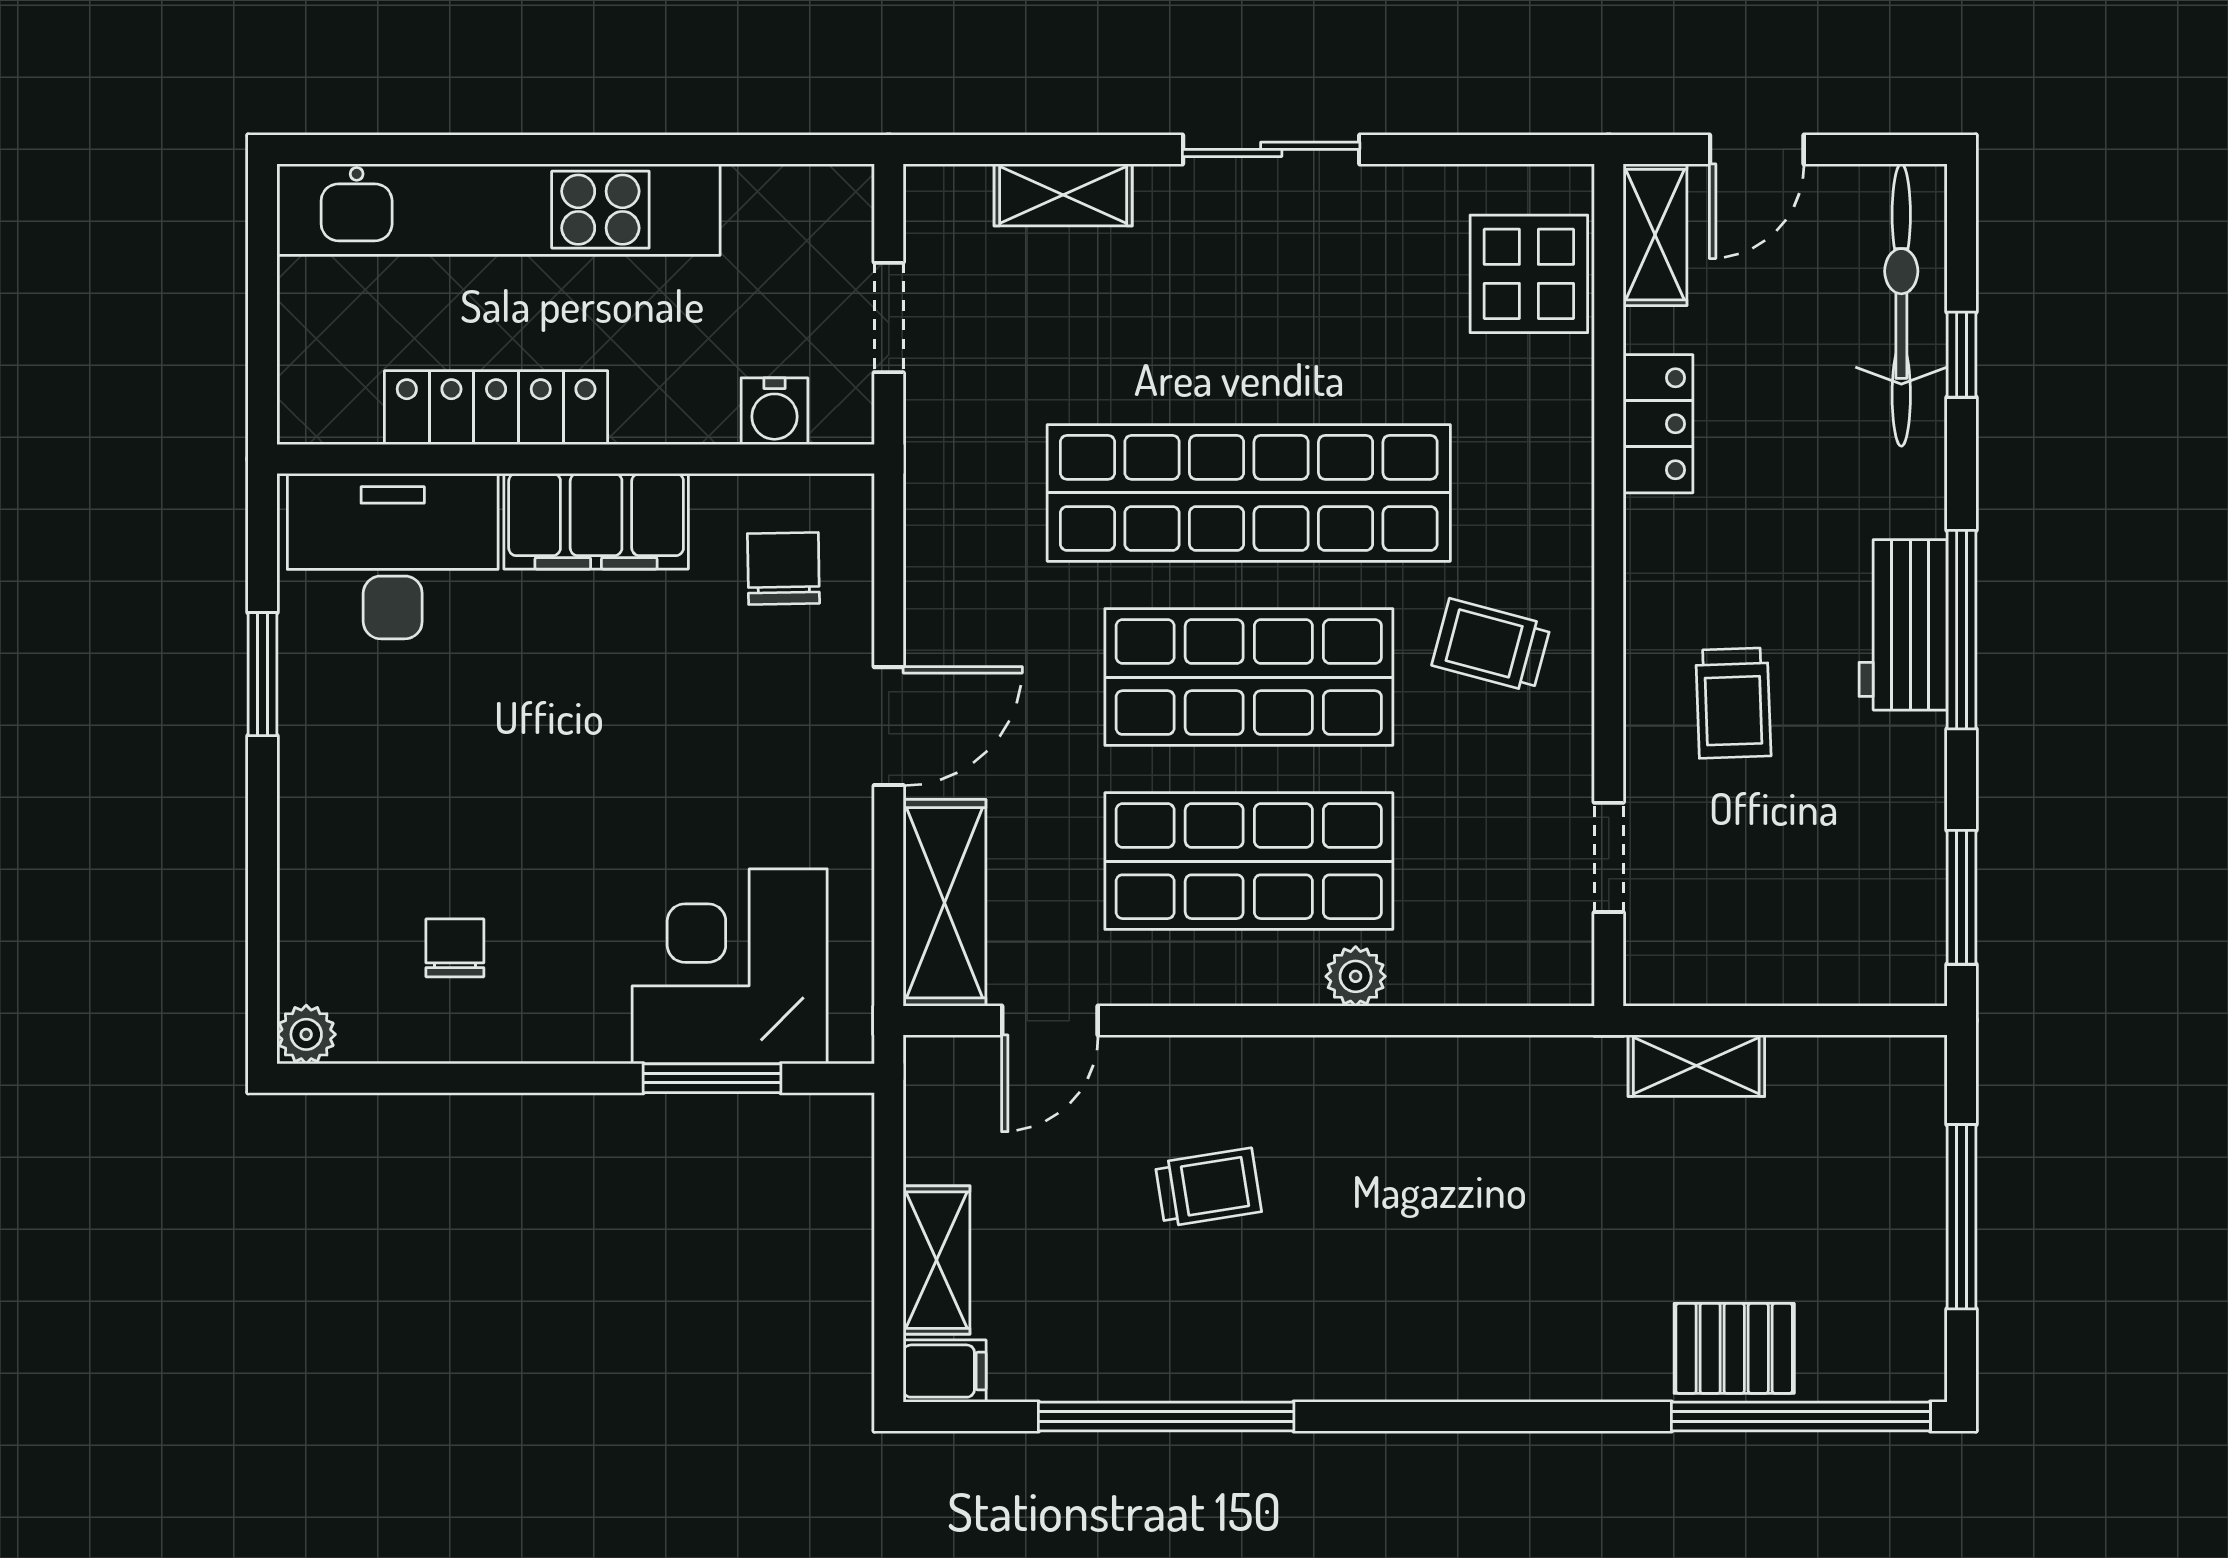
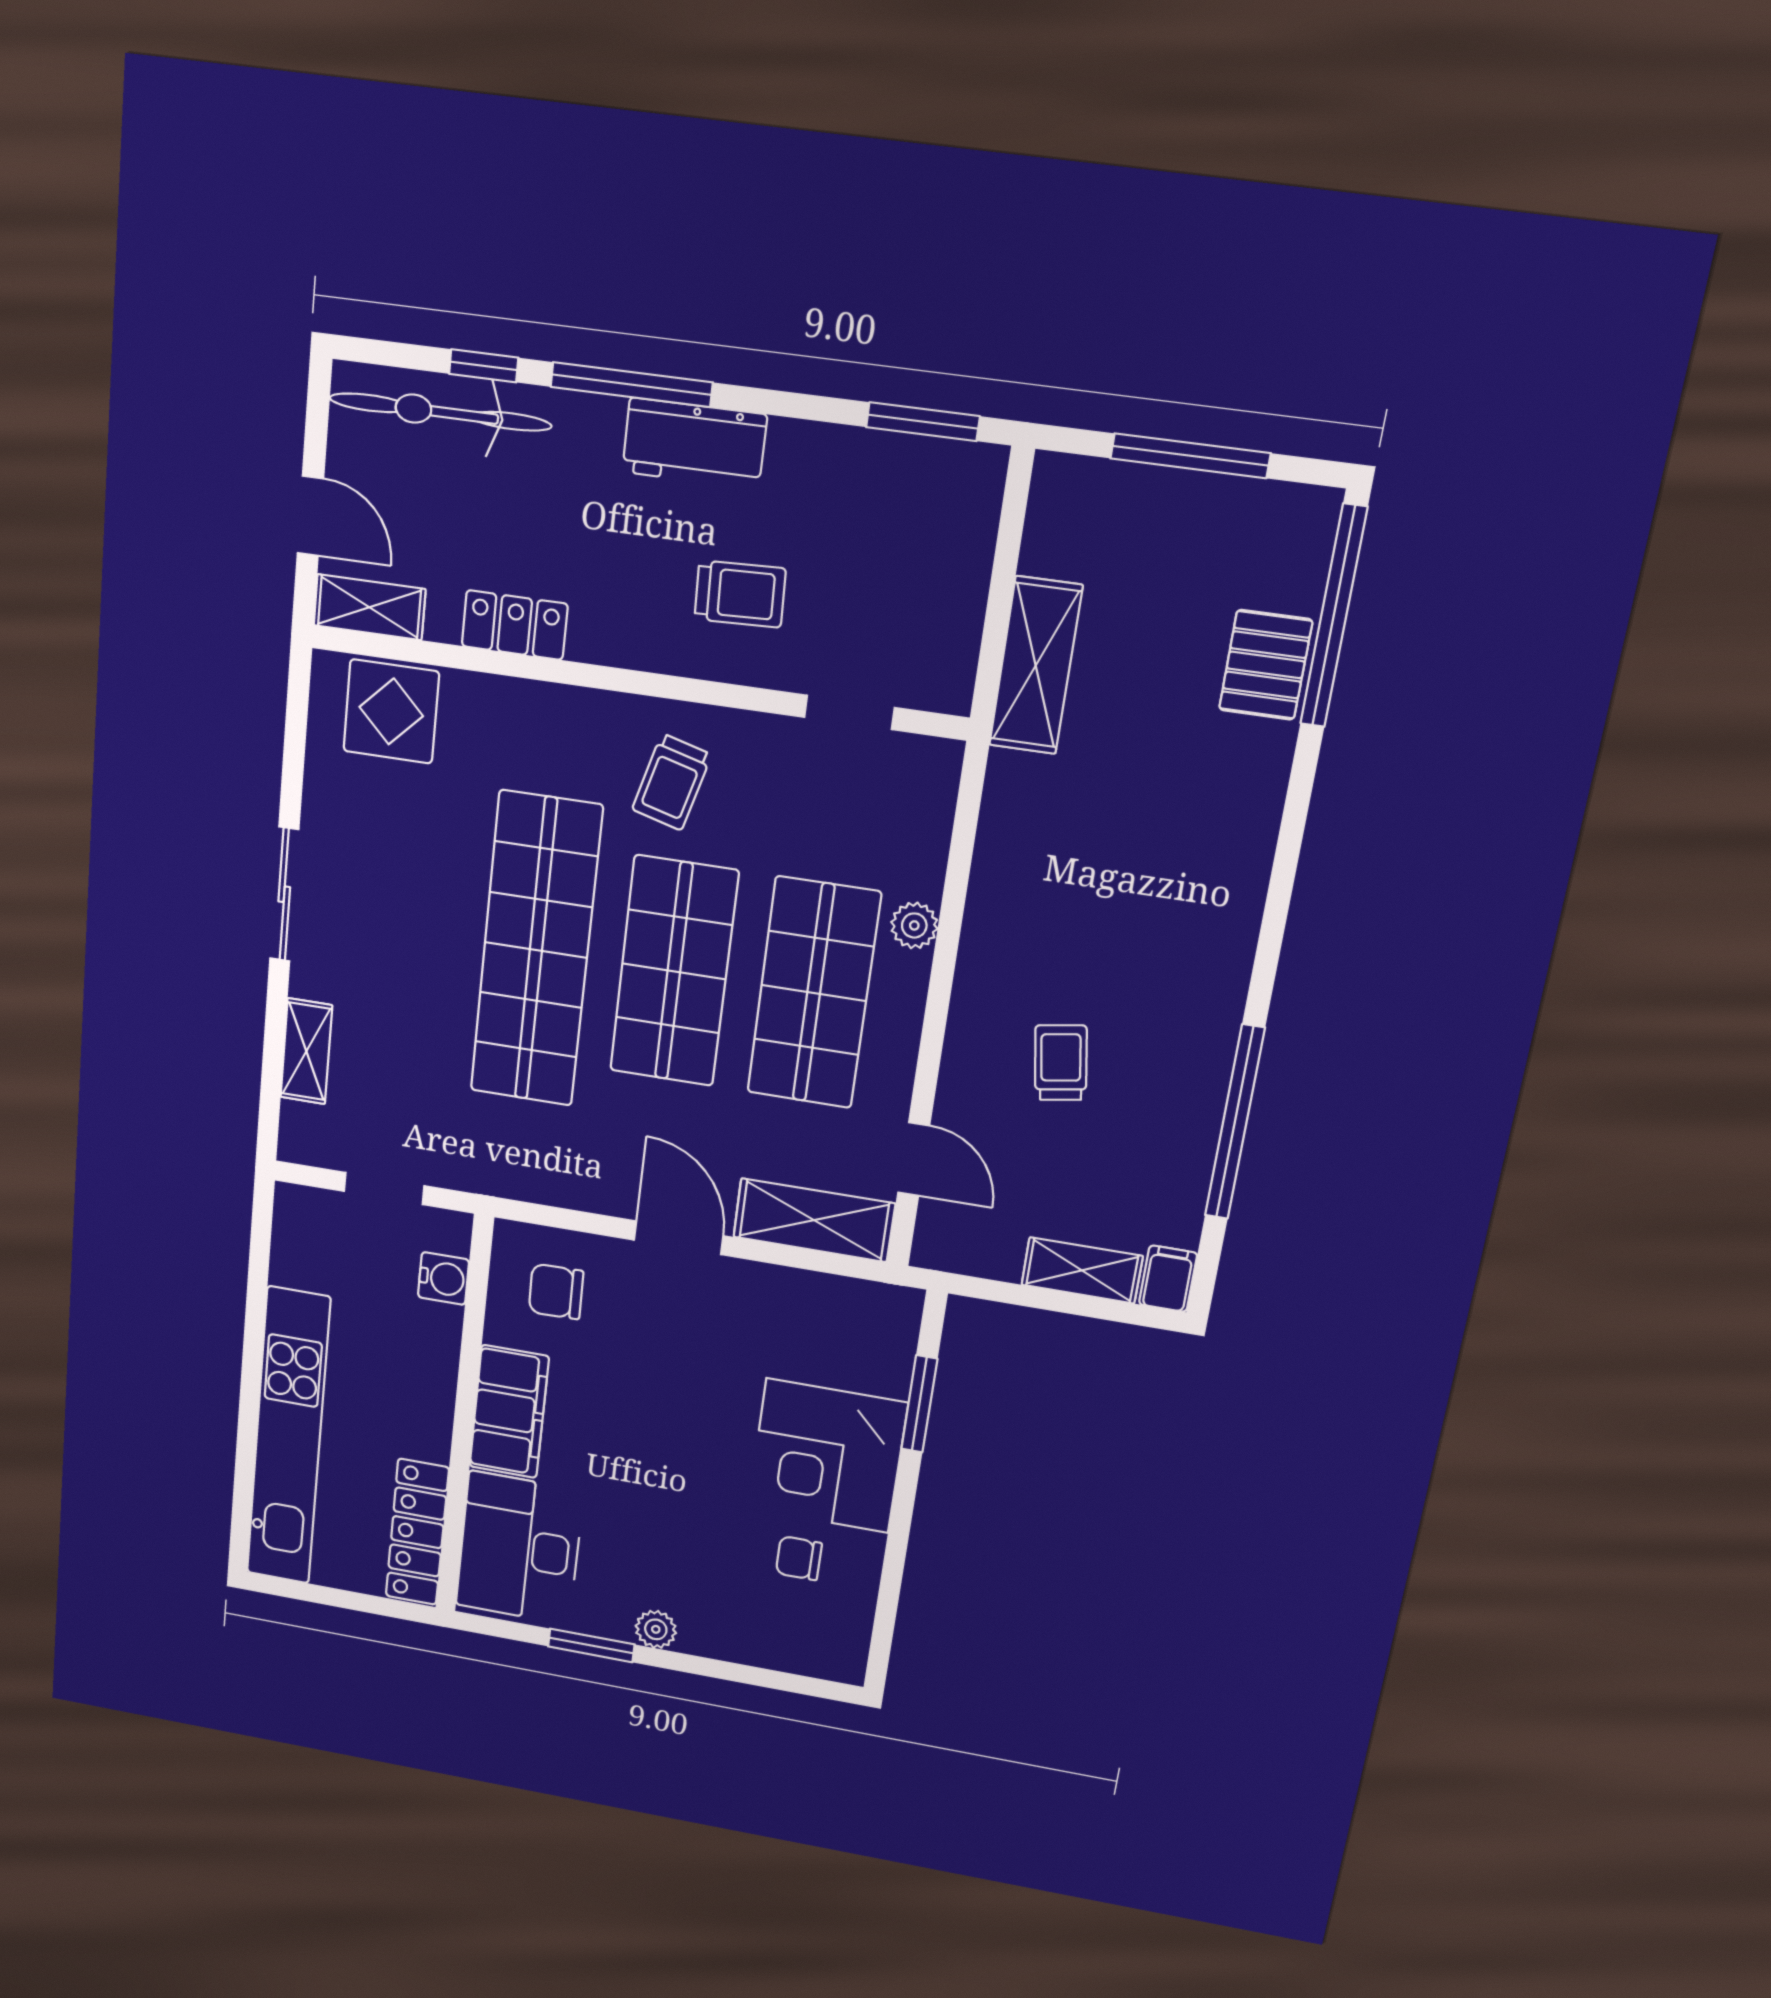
locker: (496, 408) -> (417, 1532), moved
window: (1962, 630) -> (631, 385), moved
corner desk: (730, 966) -> (827, 1456), moved
plant: (306, 1034) -> (656, 1629), moved
shelving: (1696, 1066) -> (1036, 665), width x1.50, depth x1.33

